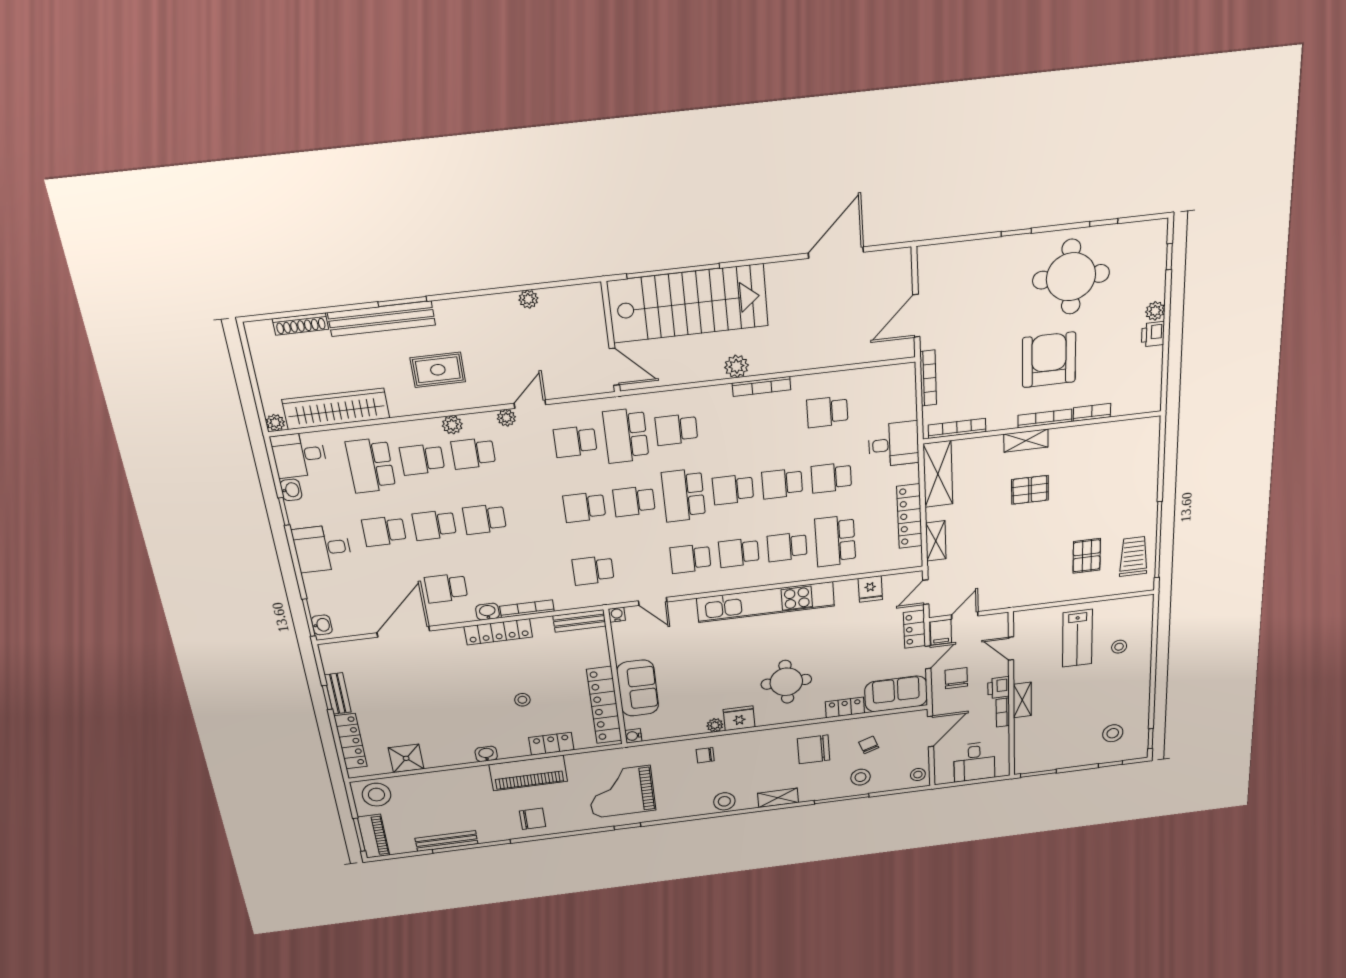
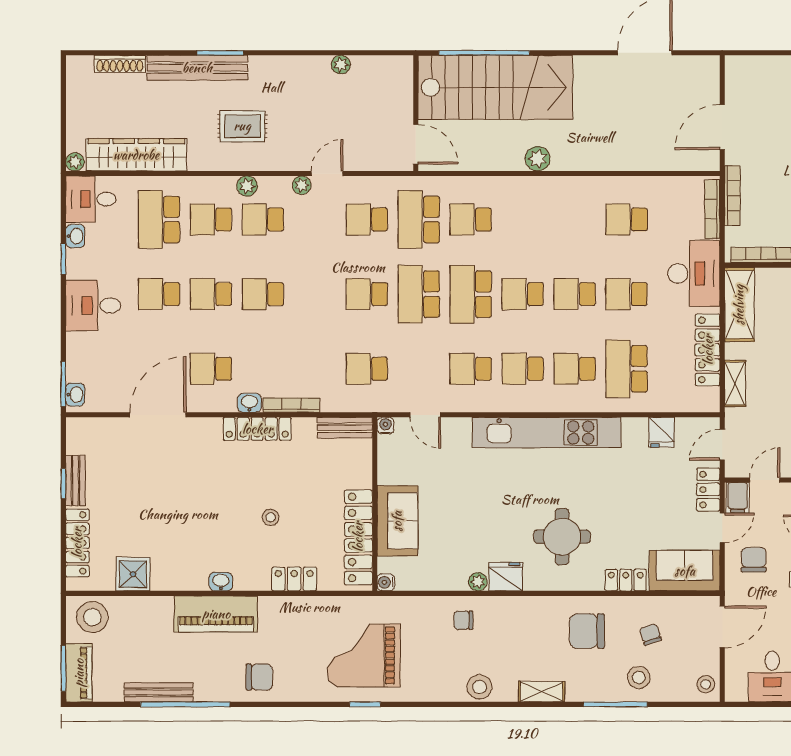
bookcase: (762, 386) -> (712, 209), moved, turned 90
desk: (894, 444) -> (694, 273), width x1.37
school desk: (634, 501) -> (419, 294), width x1.85
piano: (528, 773) -> (216, 614), moved

